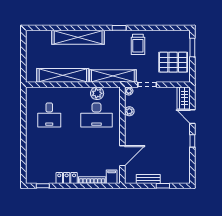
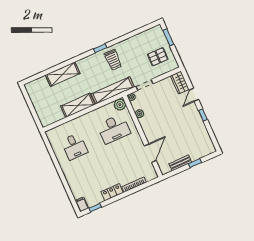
shelving: (78, 37) -> (63, 74), width x0.68
trolley: (138, 44) -> (113, 60), moved
pallet: (173, 62) -> (158, 57), width x0.67, depth x0.71
shelving: (63, 75) -> (78, 105), width x0.68
plant: (97, 93) -> (120, 105), moved
door: (192, 117) -> (194, 95), hinge flipped
filing cabinet: (112, 177) -> (82, 204), moved

